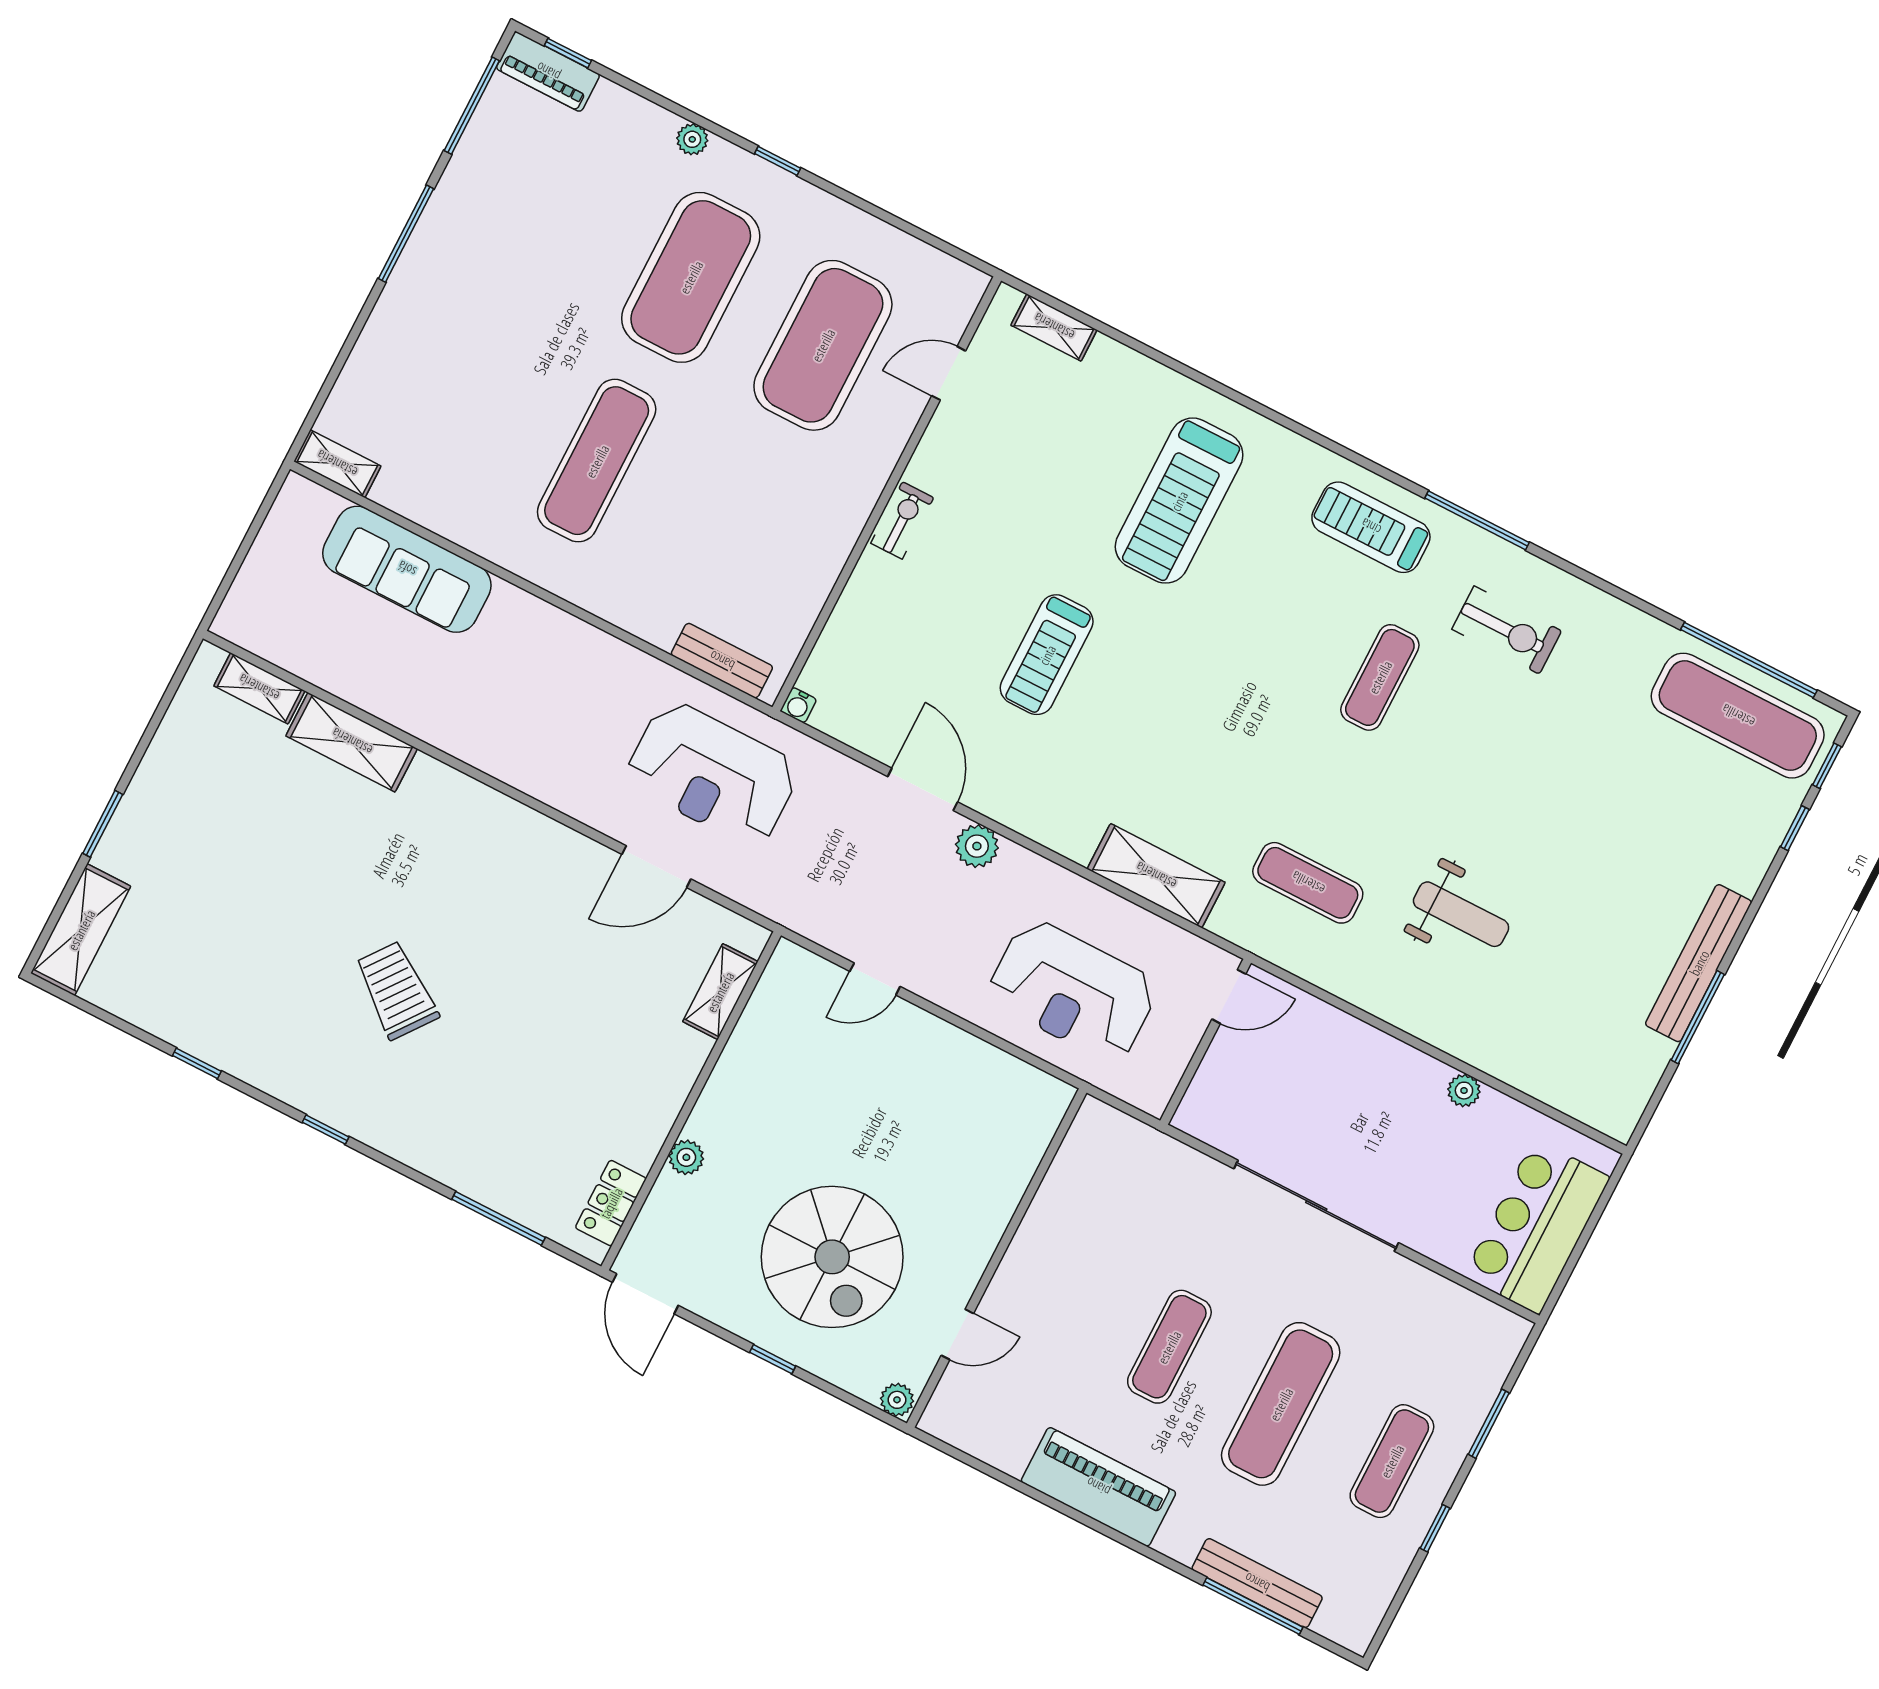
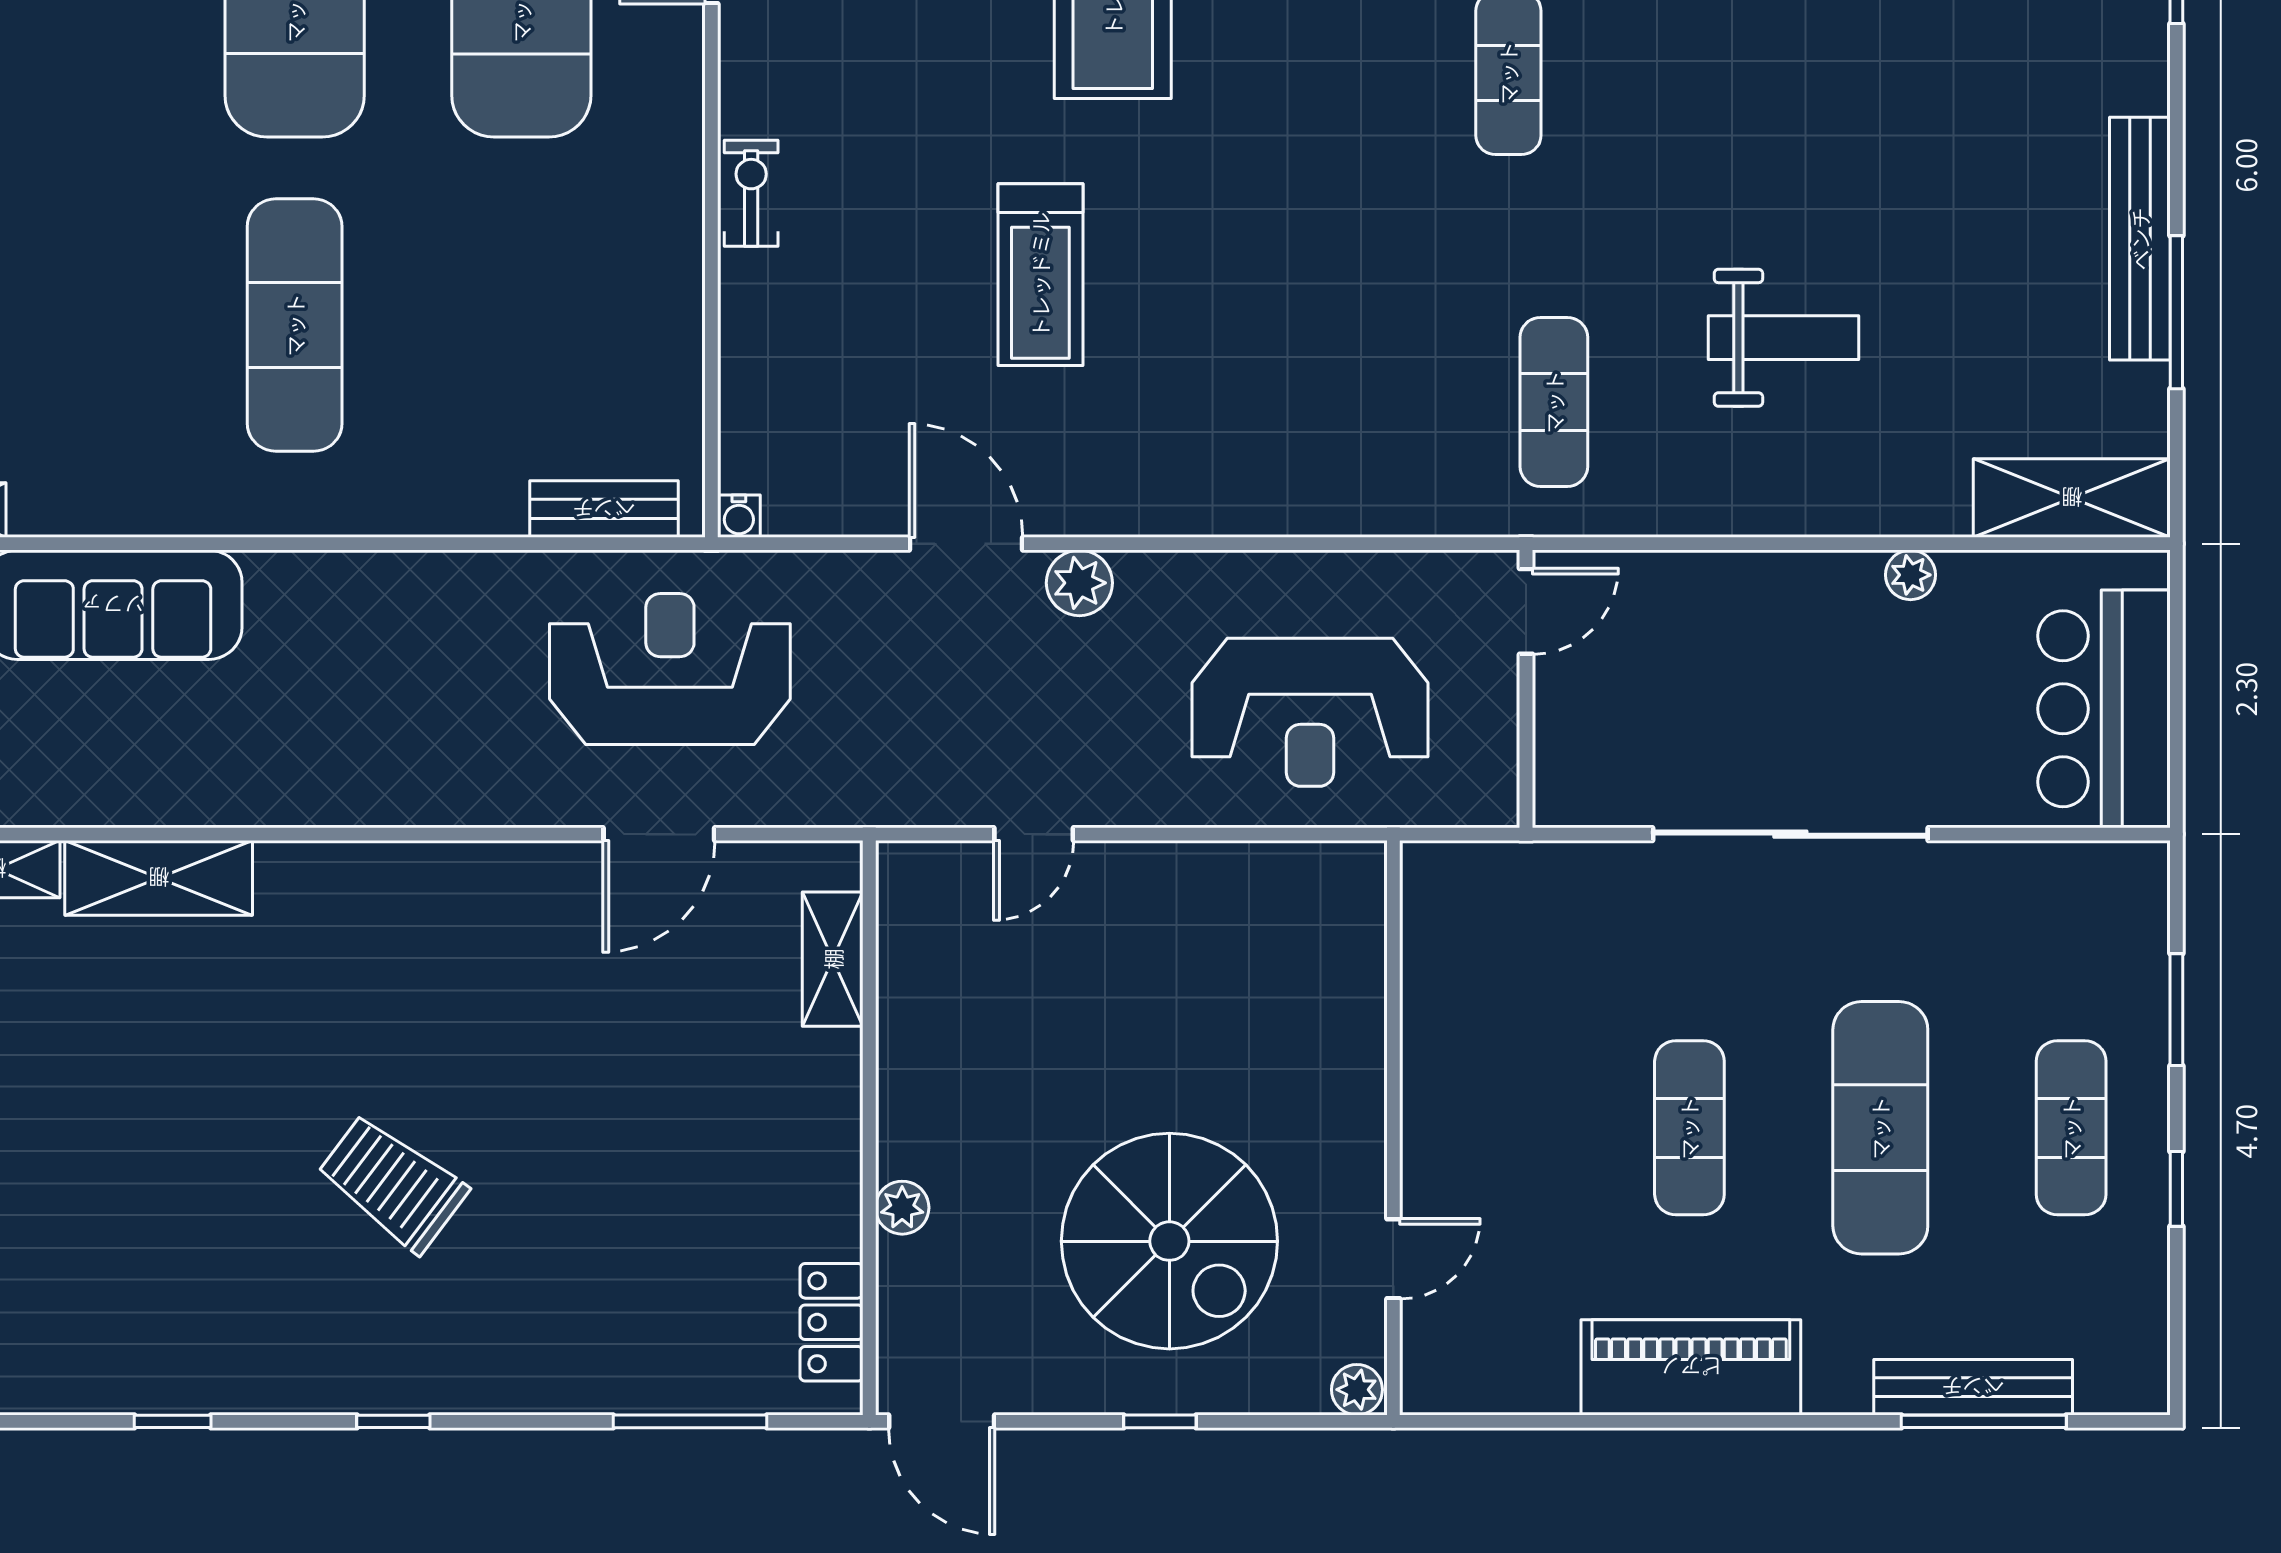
reception desk: (712, 774) -> (670, 669), turned 180
shelving: (1156, 876) -> (2072, 498), moved
exercise mat: (1308, 883) -> (1554, 402), turned 90

